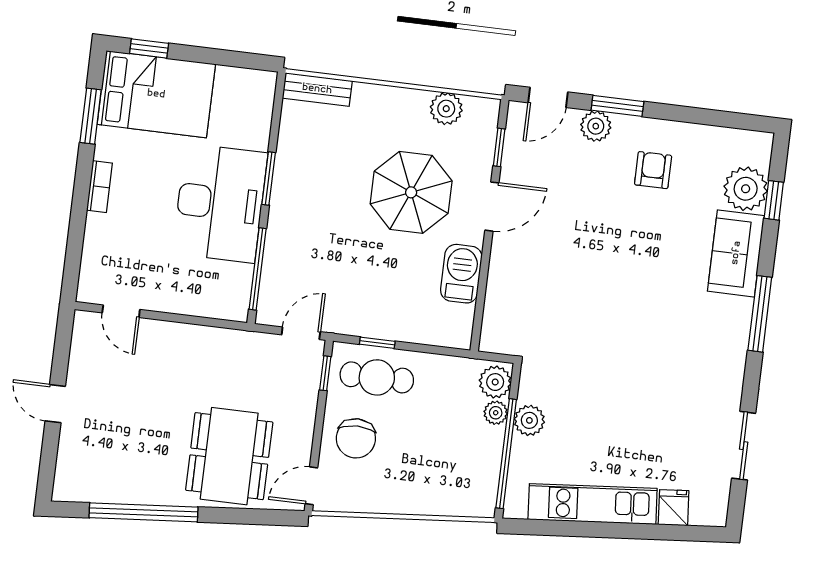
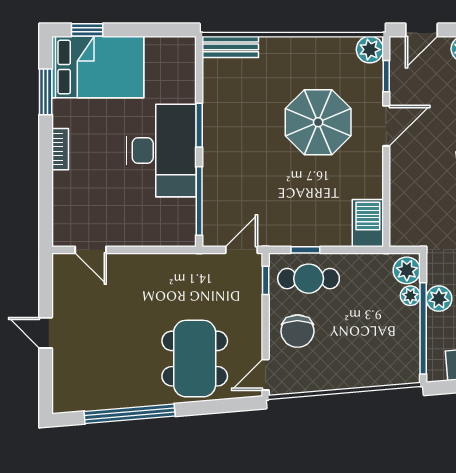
plant: (446, 109) -> (370, 50), moved
barbecue: (461, 274) -> (368, 223), moved

